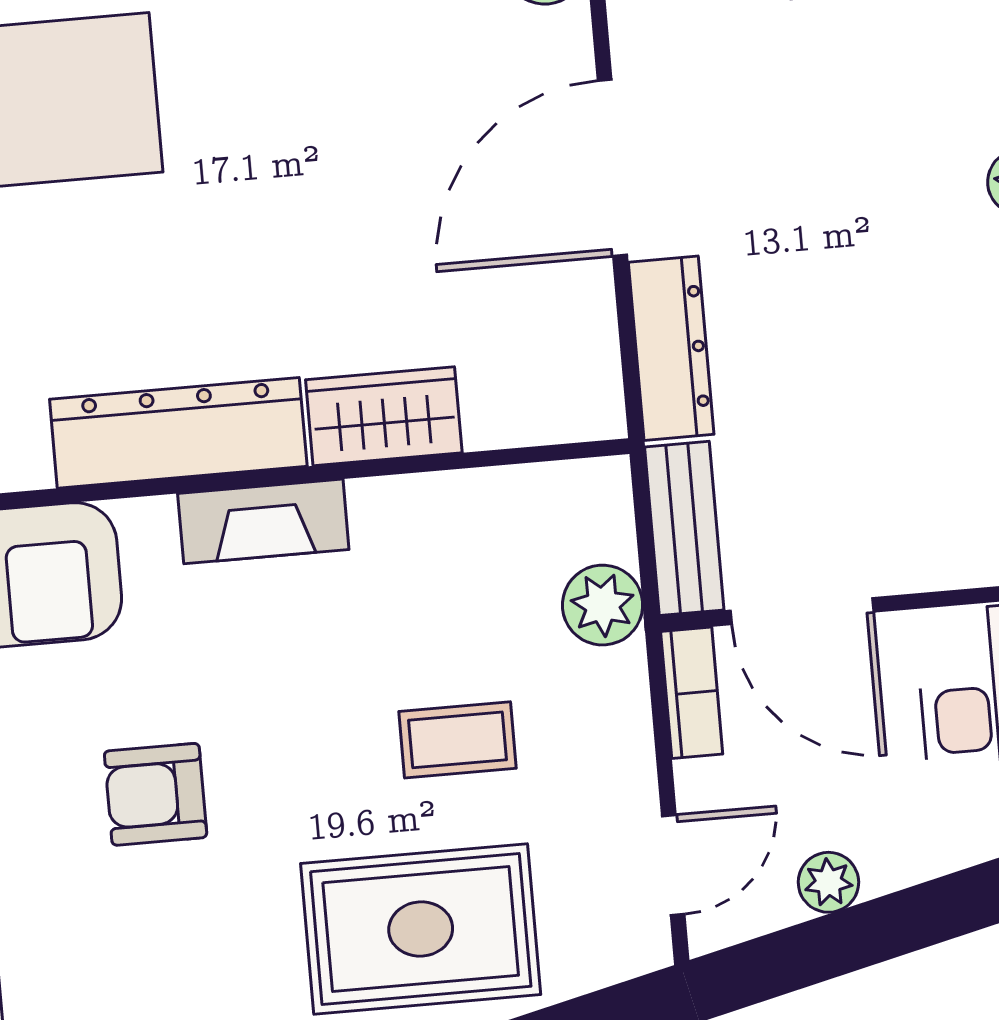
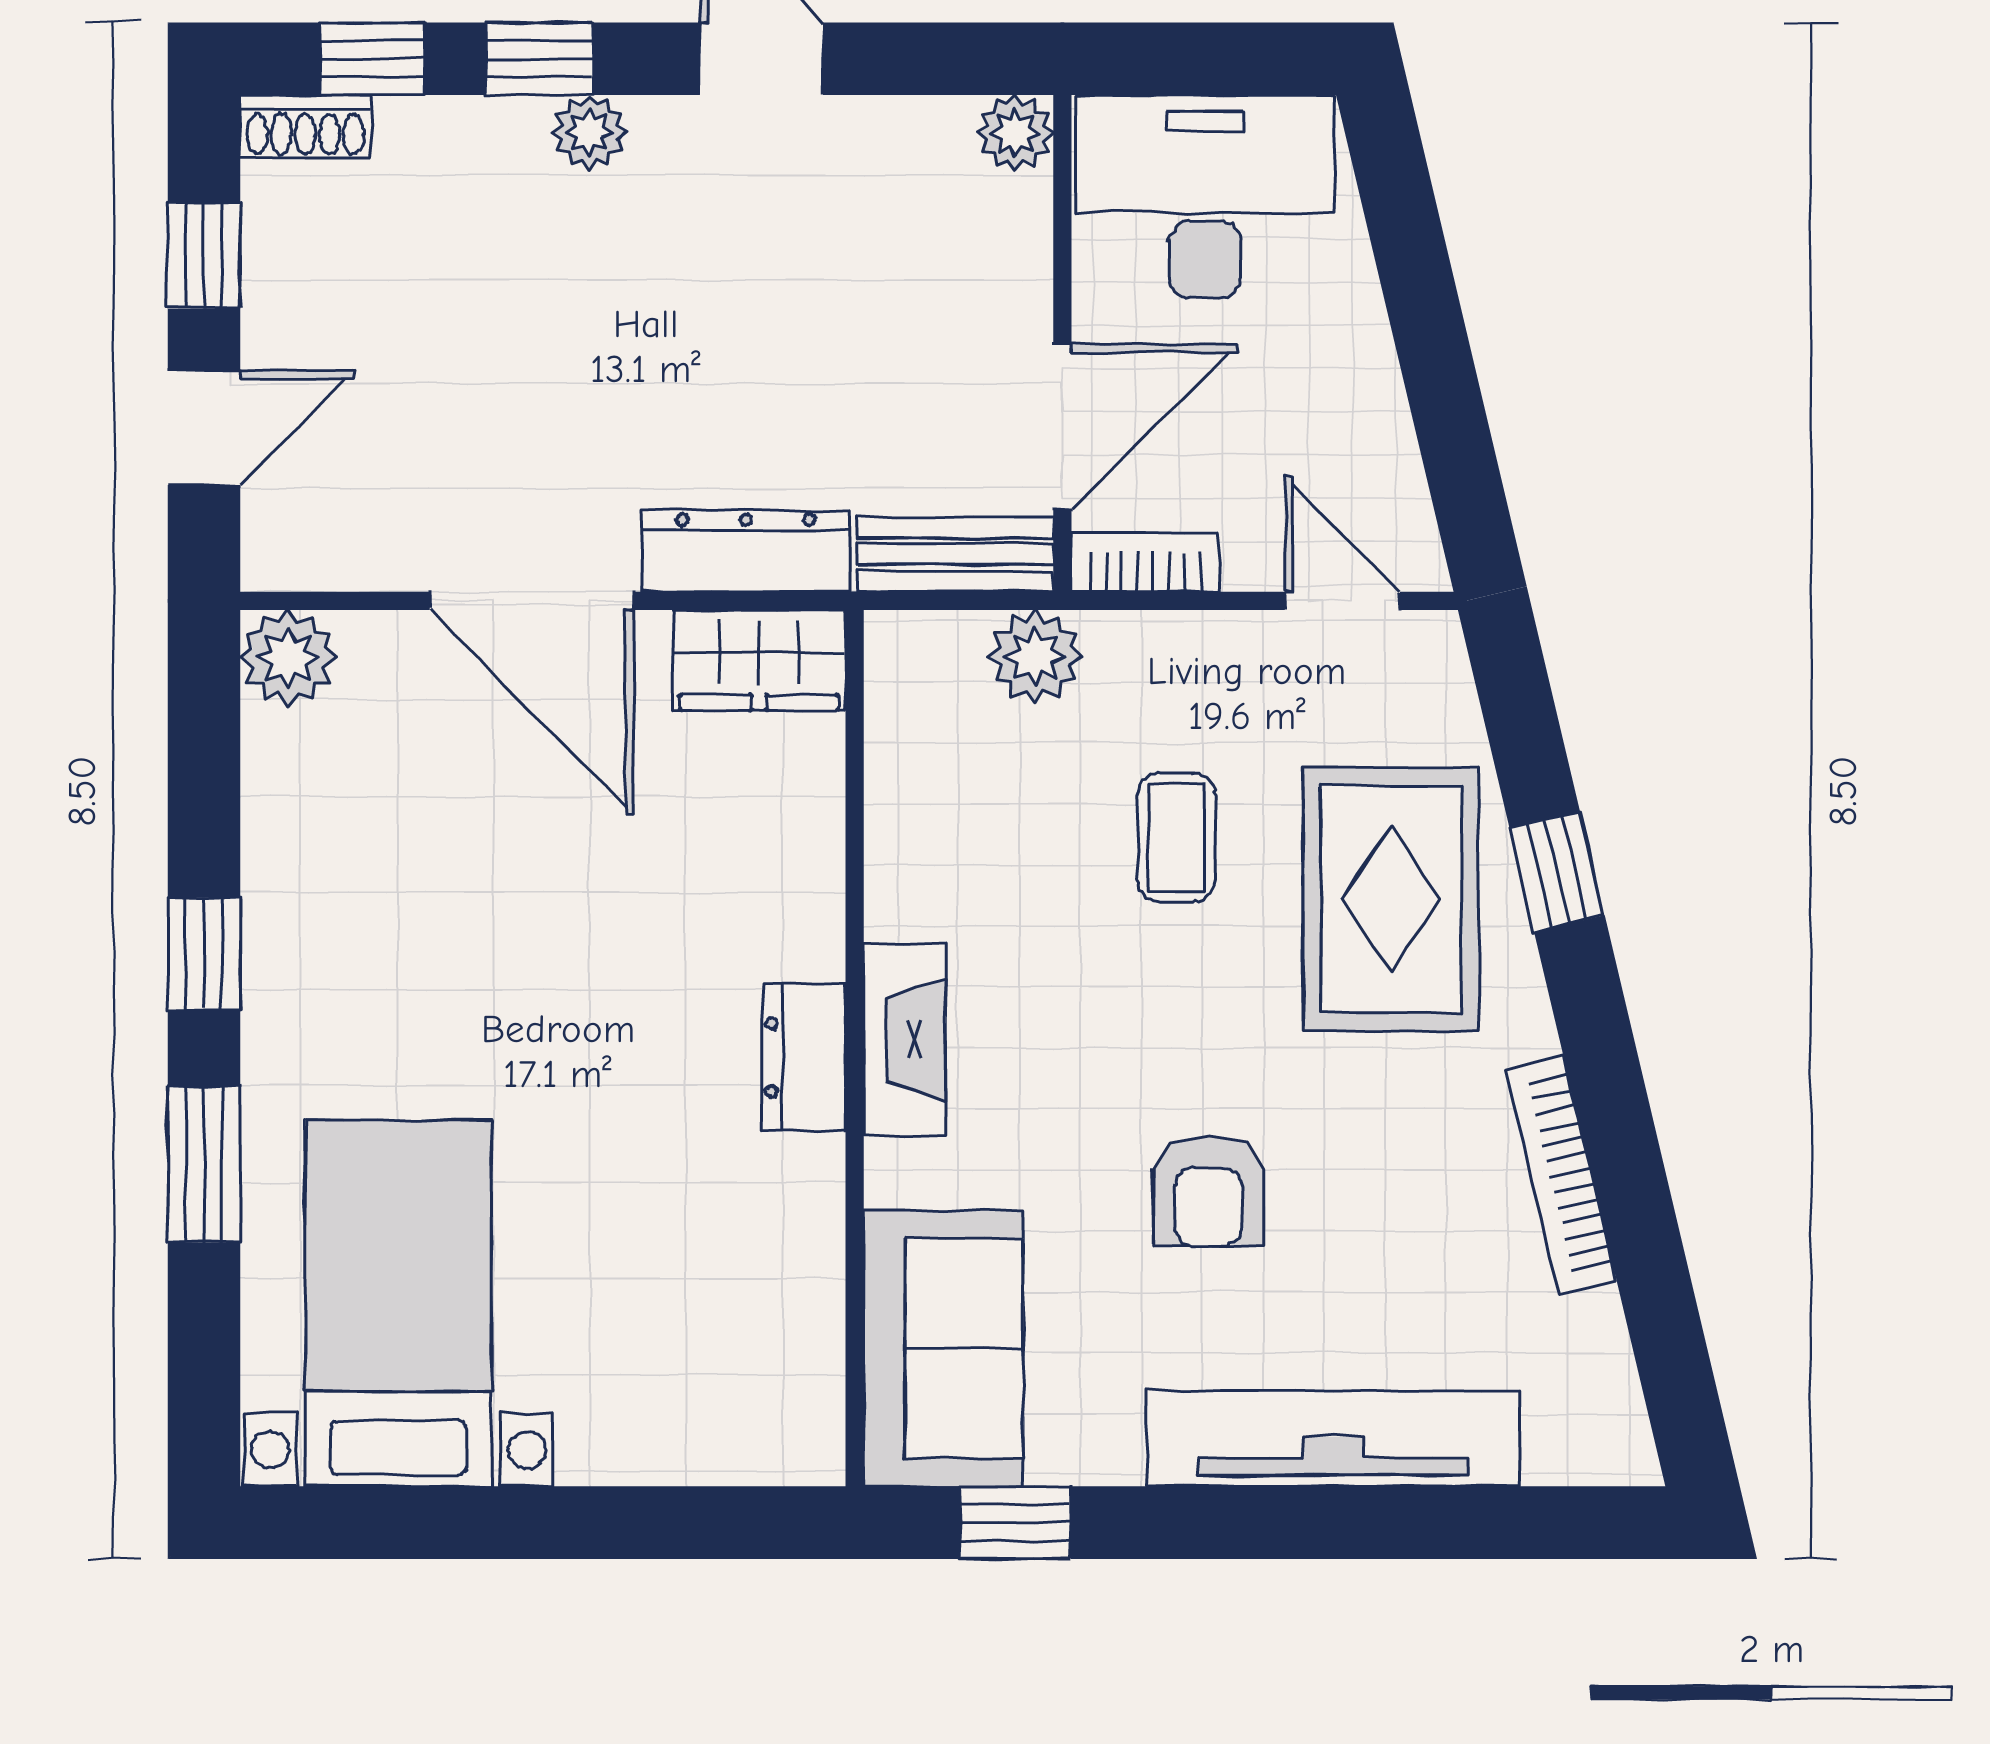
wardrobe: (384, 416) -> (759, 660), moved, turned -90
dresser: (178, 433) -> (804, 1057), width x0.51, depth x0.80
plant: (828, 882) -> (1378, 424), removed

